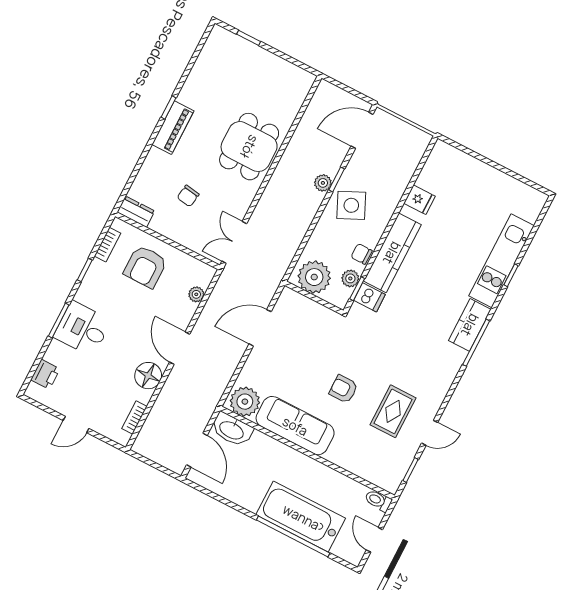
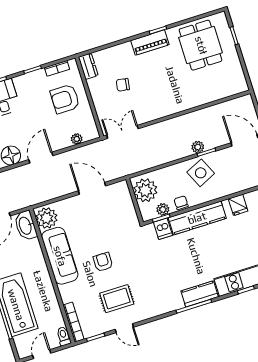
dining table: (249, 147) -> (201, 45), moved, turned 90
bookcase: (374, 477) -> (73, 322), added

